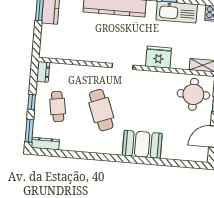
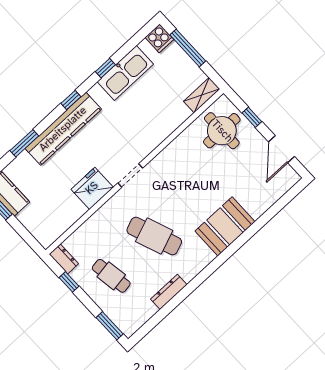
fridge: (158, 57) -> (92, 188), moved
window: (32, 102) -> (69, 282), moved
dresser: (45, 144) -> (169, 292), moved

